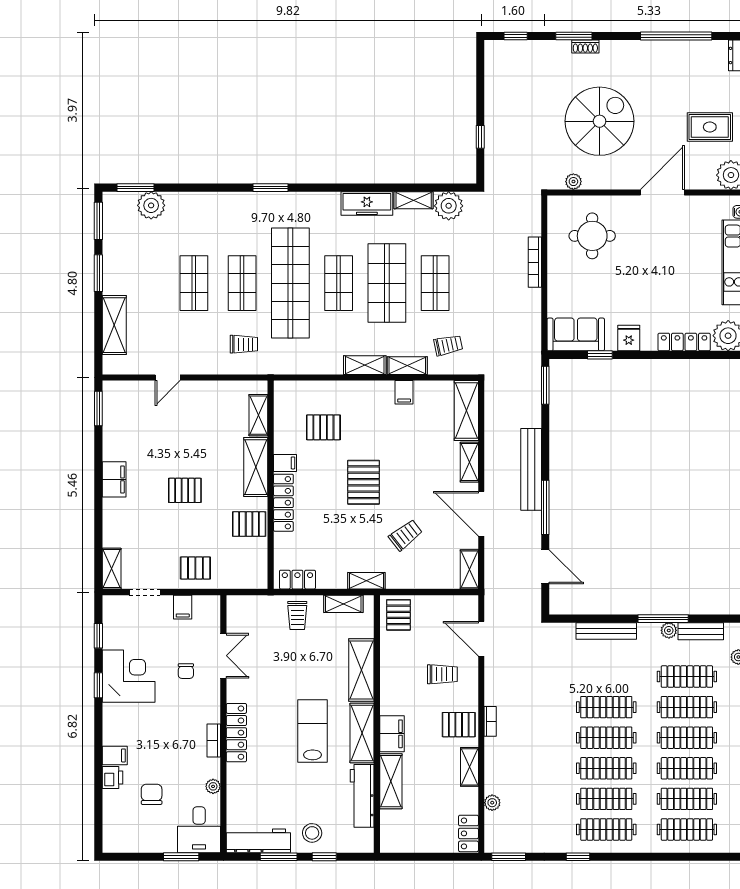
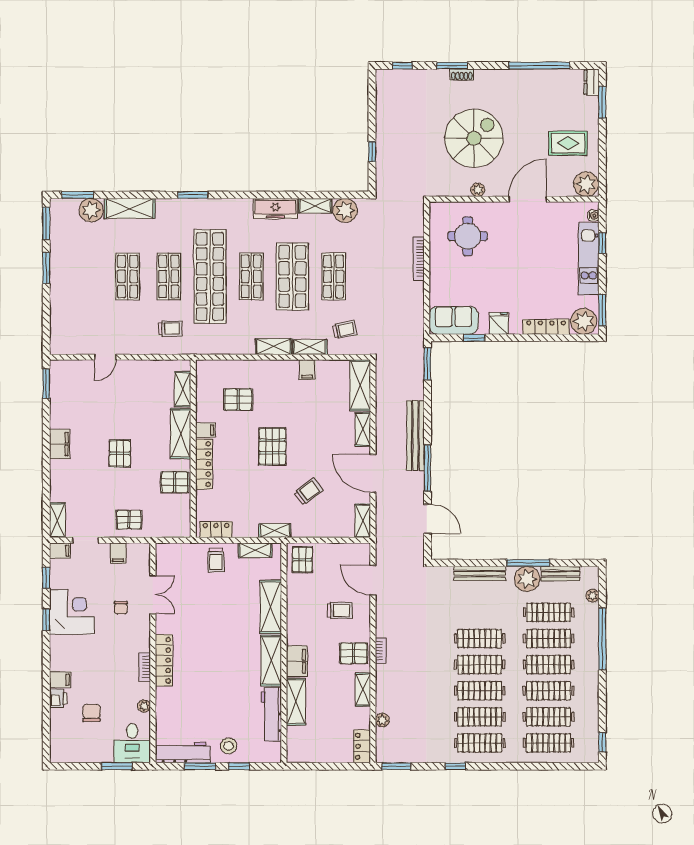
plant: (573, 182) -> (478, 190), moved
shelving: (114, 325) -> (130, 208), moved, turned 90
pallet: (185, 490) -> (120, 453), turned 90
filing cabinet: (115, 604) -> (60, 551), added
plant: (669, 630) -> (527, 579), width x1.88, depth x1.88
lab bench: (313, 731) -> (229, 659), removed

